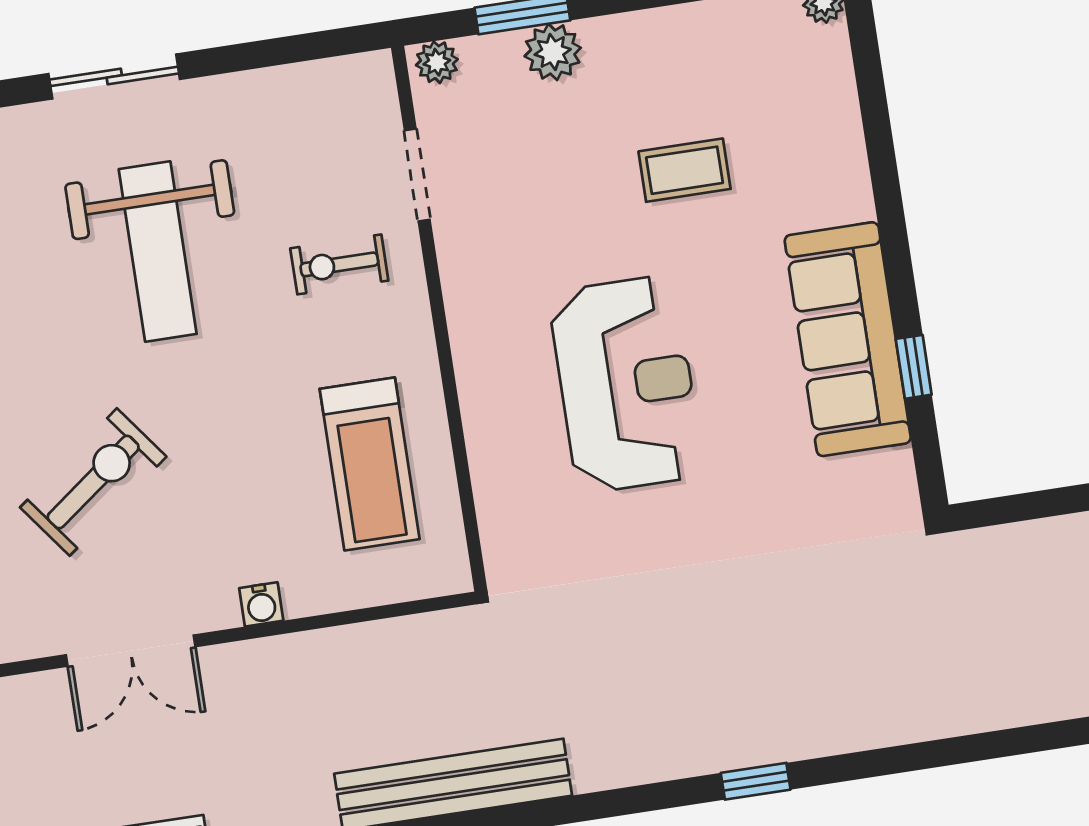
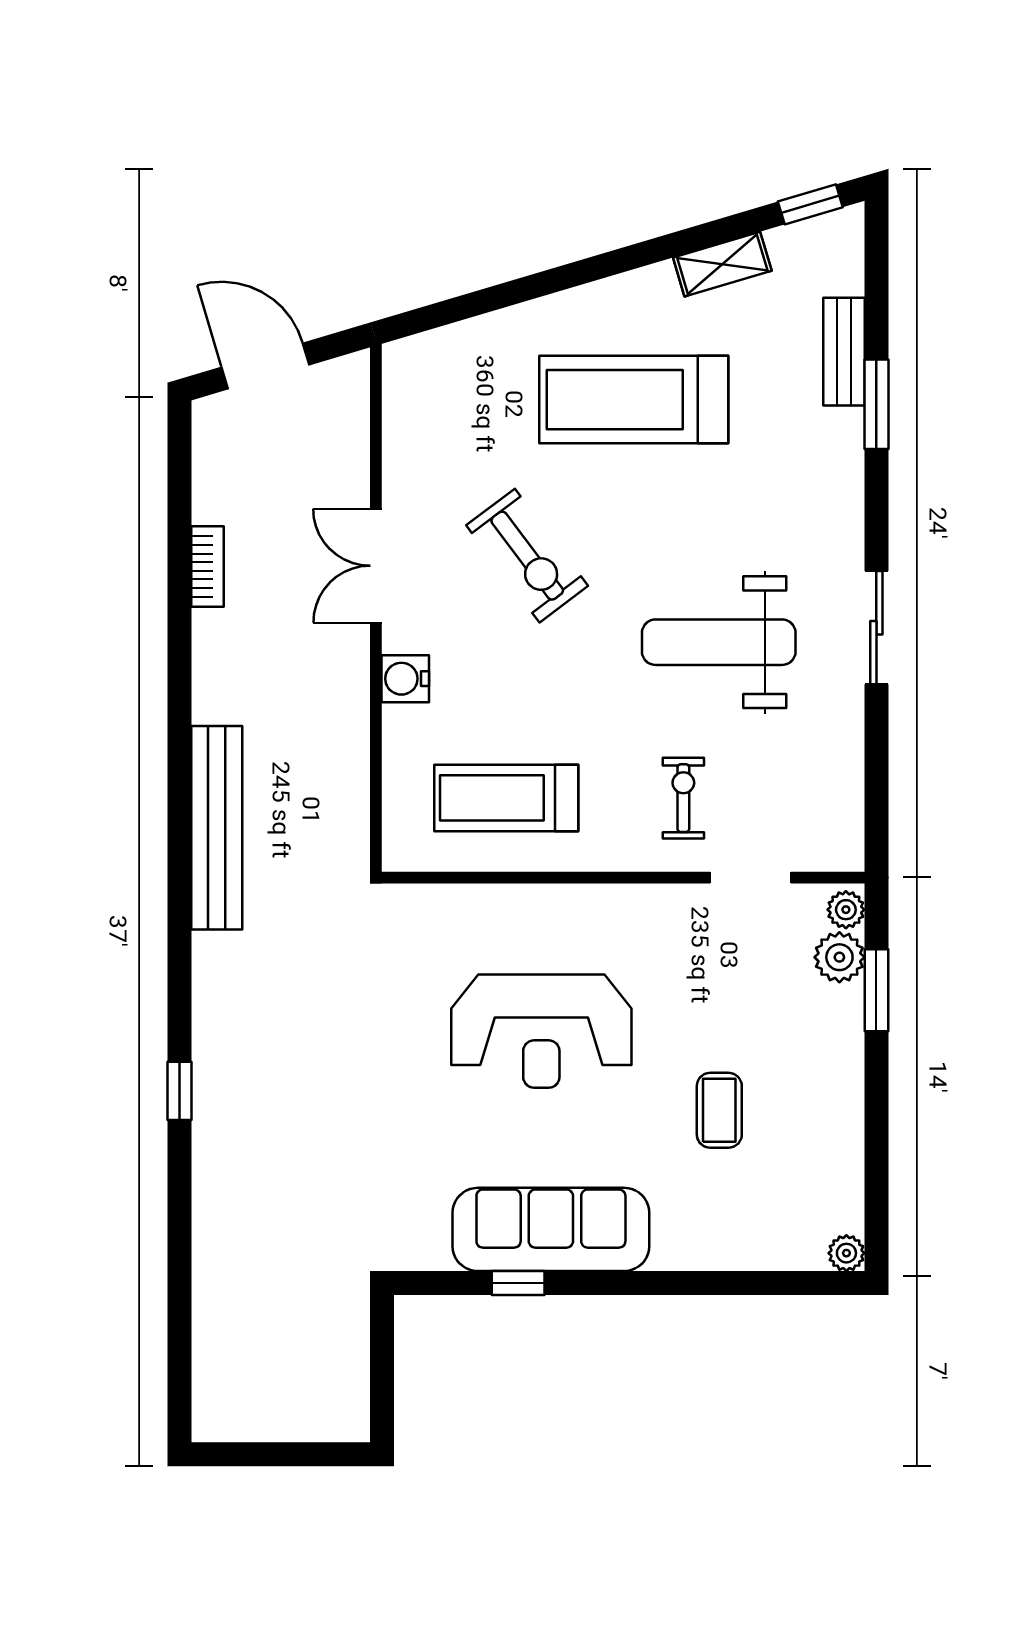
plant: (553, 52) -> (839, 957), moved
water cooler: (261, 604) -> (405, 679), width x1.38, depth x1.38

